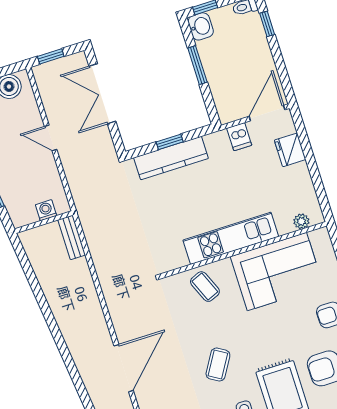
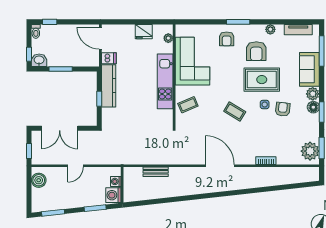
fridge: (290, 150) -> (144, 32), moved
kitchen counter: (171, 158) -> (109, 86), moved
washing machine: (23, 213) -> (113, 195), added
bench: (72, 237) -> (156, 172), moved

